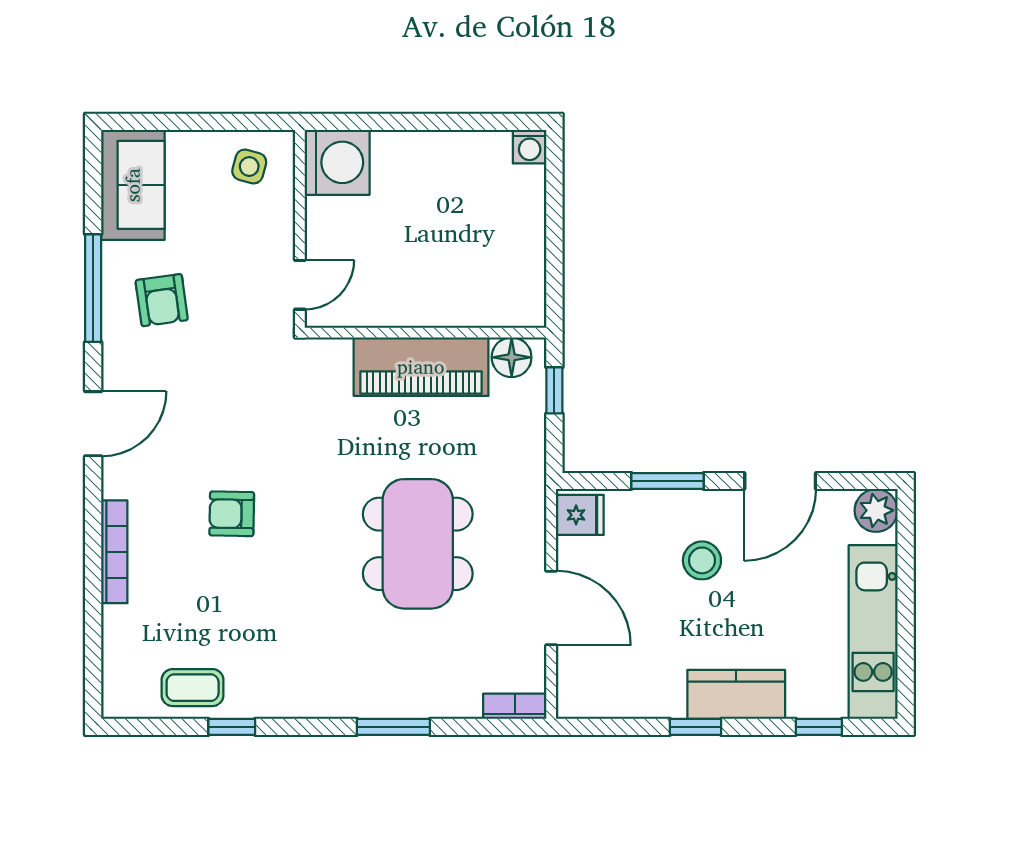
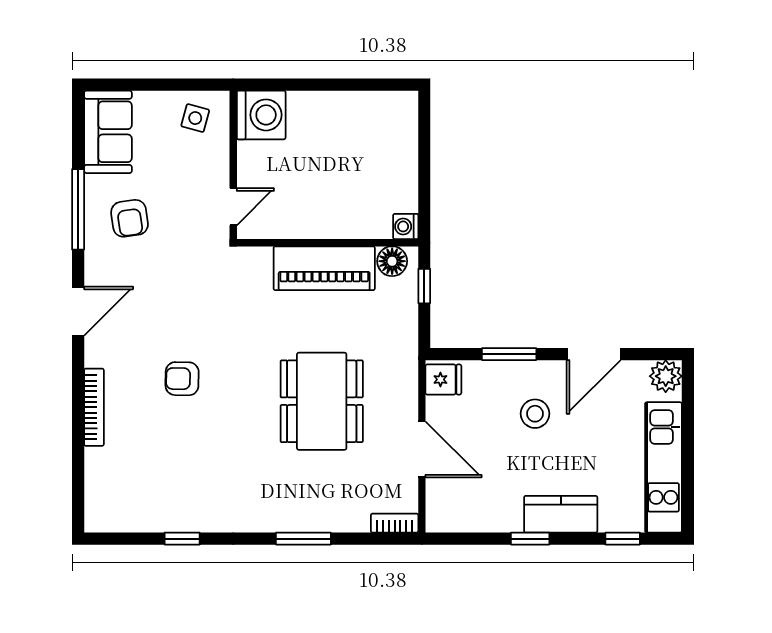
washing machine: (530, 147) -> (406, 226), moved, turned 90
coffee table: (193, 688) -> (153, 509), removed

